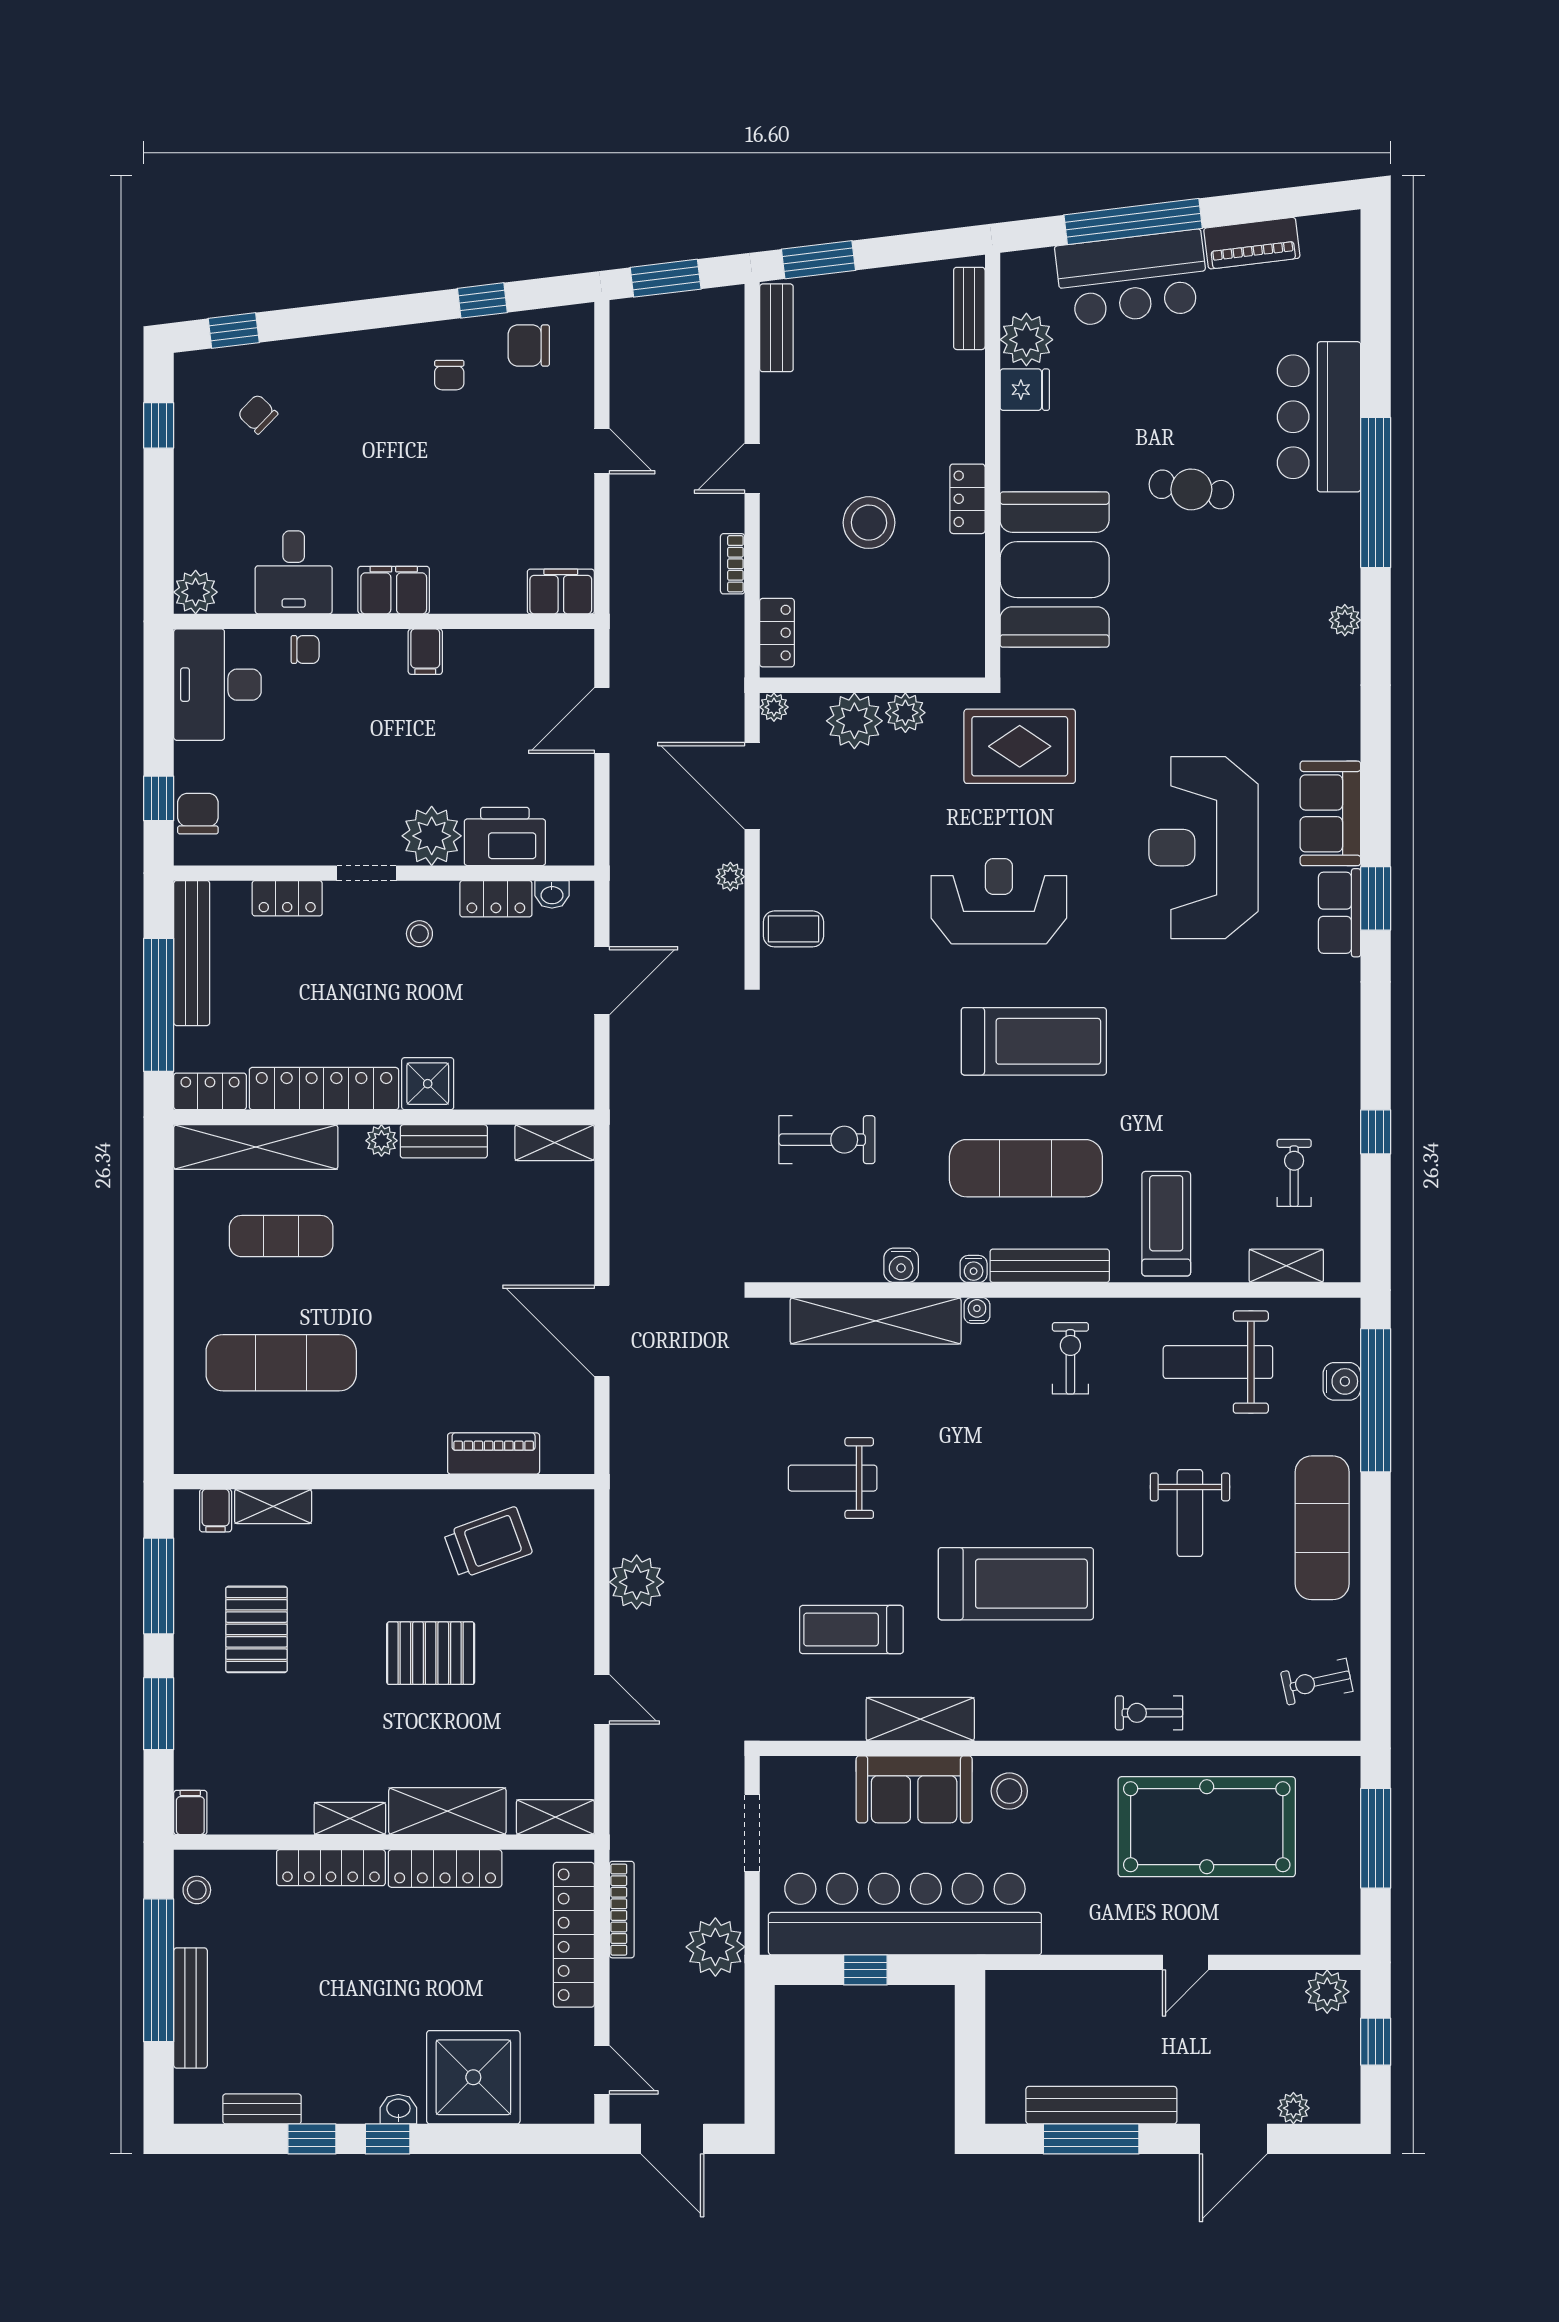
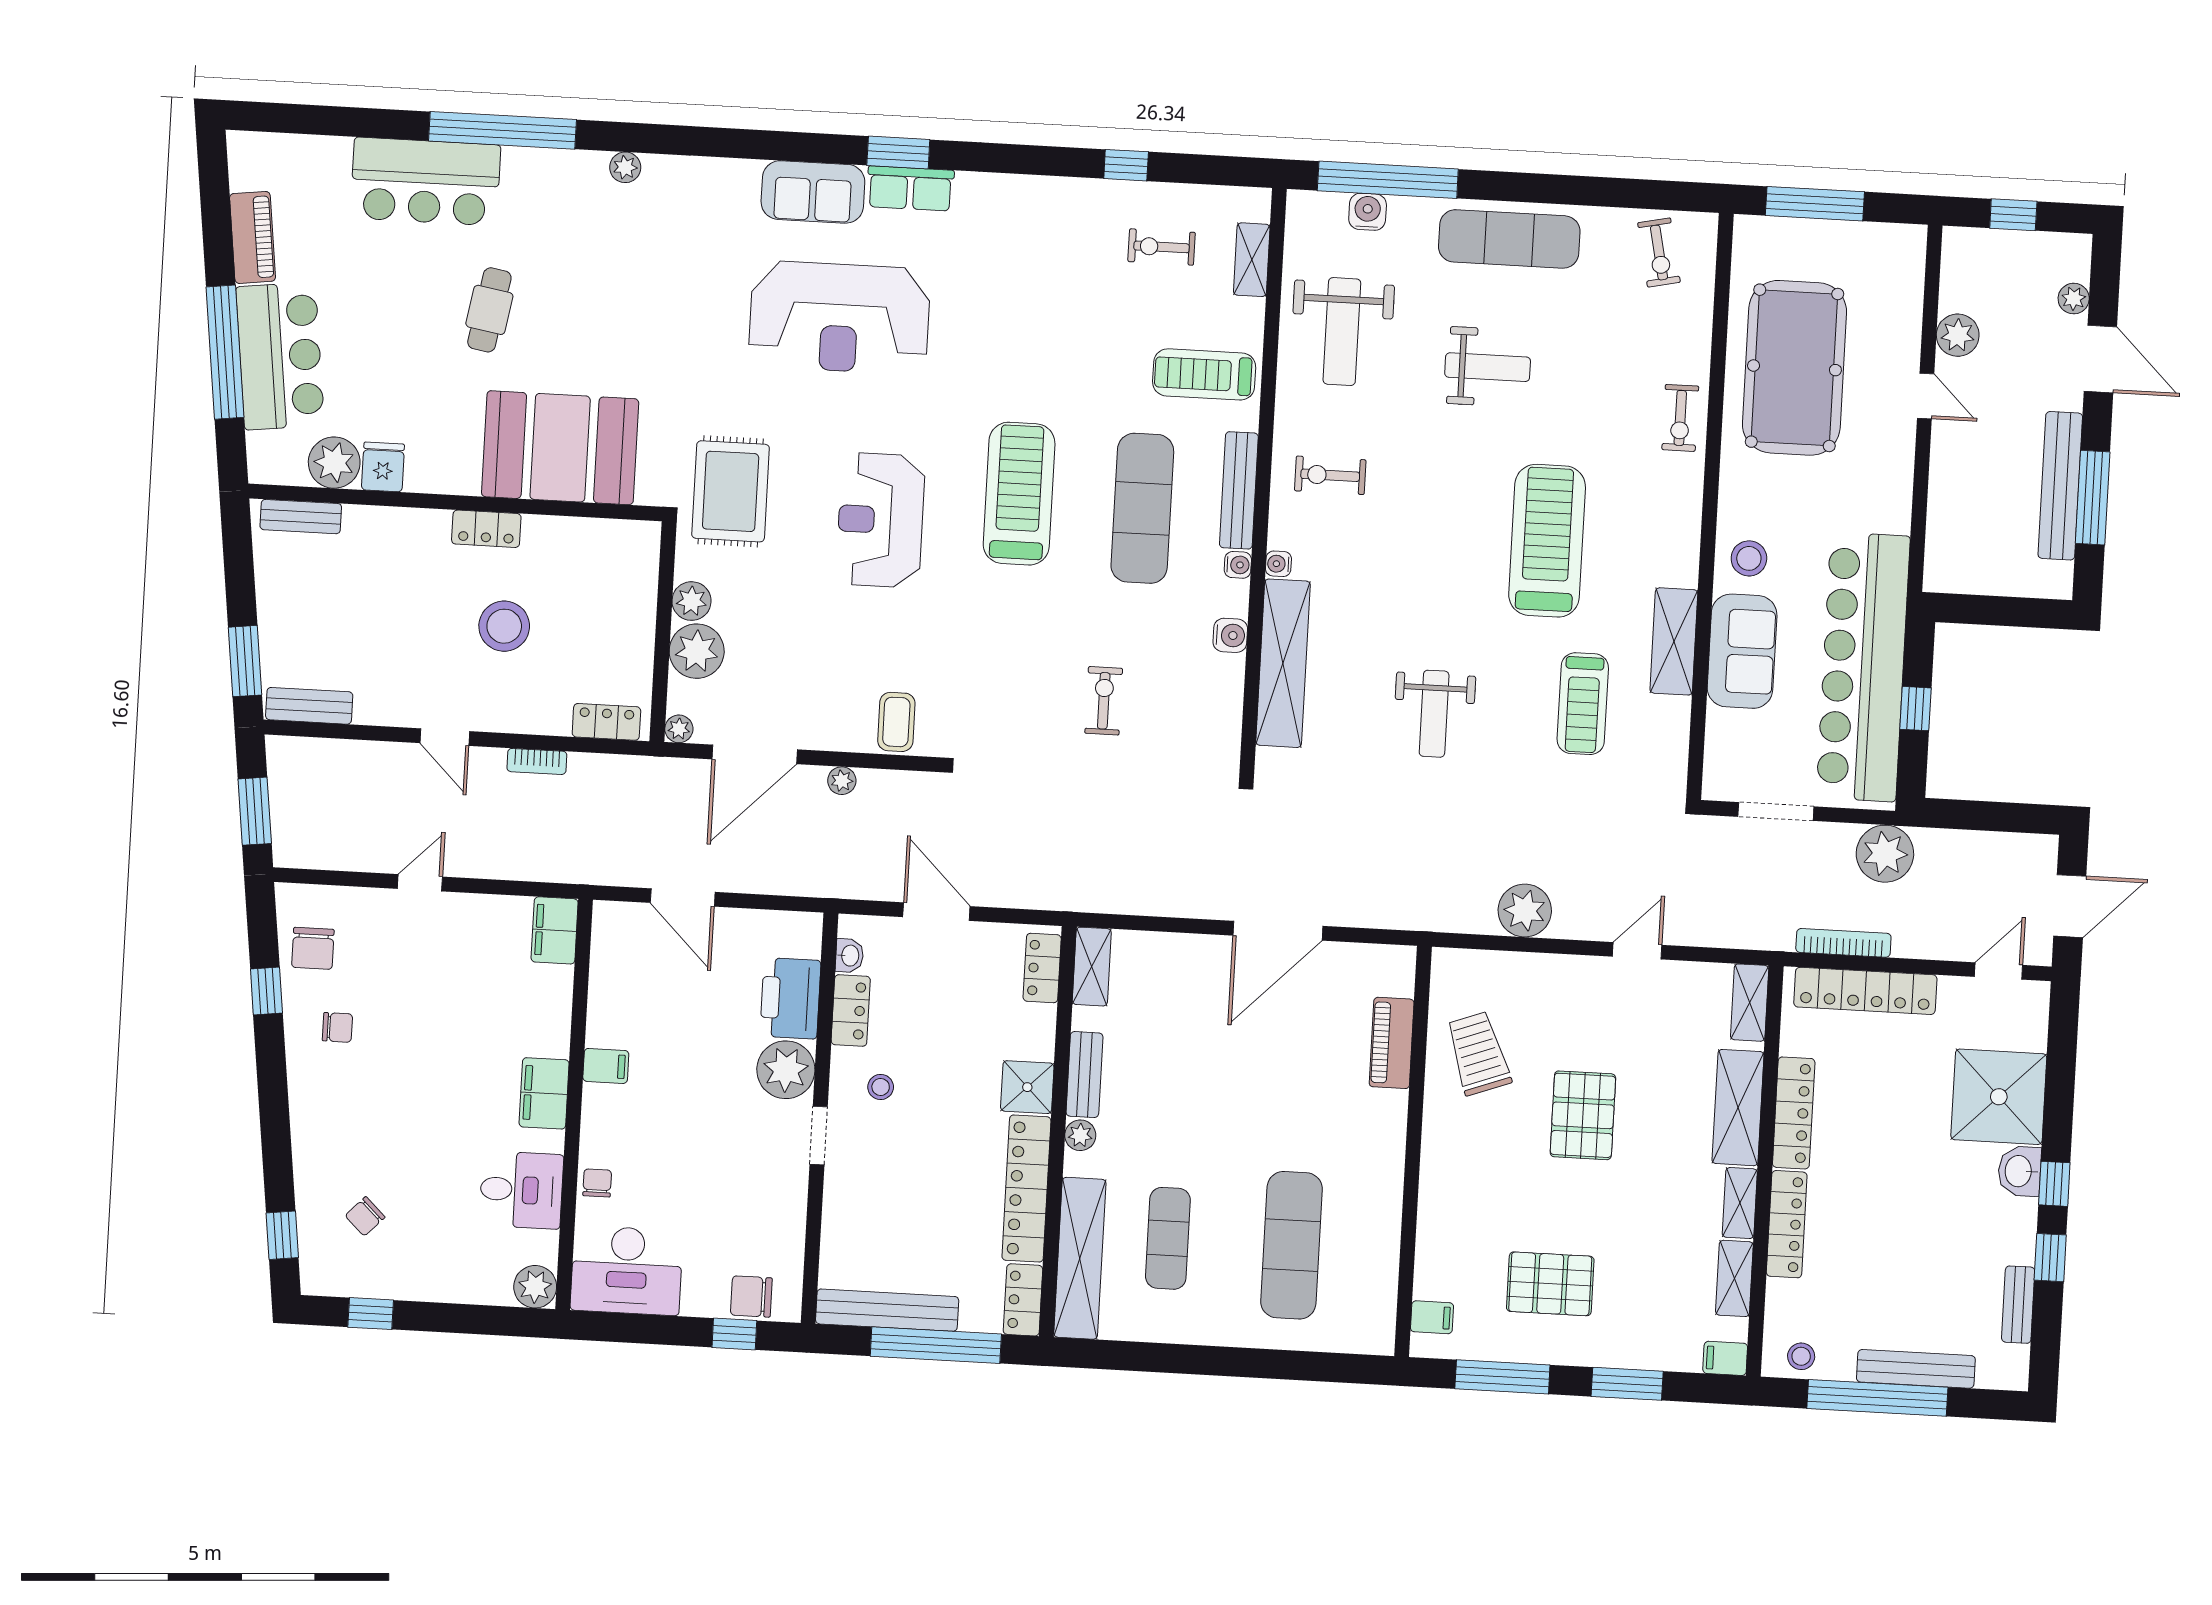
locker: (287, 898) -> (1042, 968), moved, turned 180
exercise bike: (827, 1140) -> (1104, 701), width x0.73, depth x0.72
shelving: (273, 1506) -> (1734, 1278), moved
plant: (1327, 1992) -> (1958, 335), moved
washbasin: (398, 2109) -> (2019, 1171), width x1.38, depth x1.45

